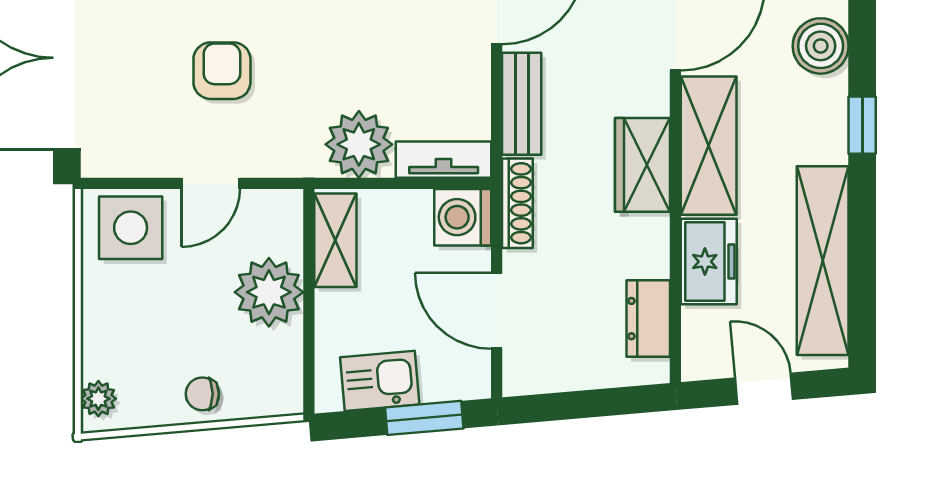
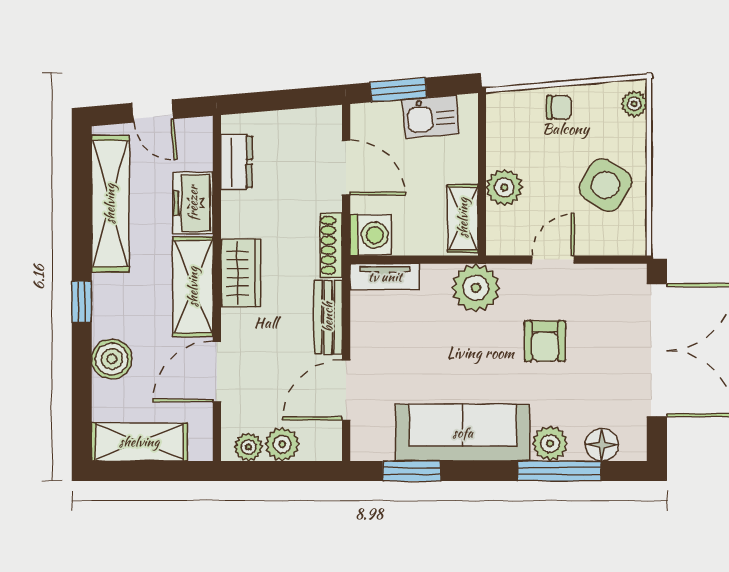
plant: (359, 144) -> (476, 288), moved
side table: (131, 228) -> (606, 185), moved, turned 31
plant: (269, 292) -> (504, 187), width x0.73, depth x0.73

